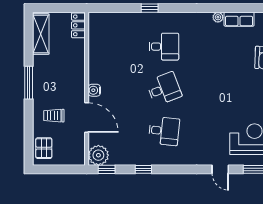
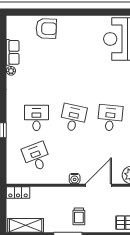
desk: (119, 47) -> (36, 157), added
desk: (164, 89) -> (73, 118), turned 33
trolley: (54, 116) -> (79, 216), moved

